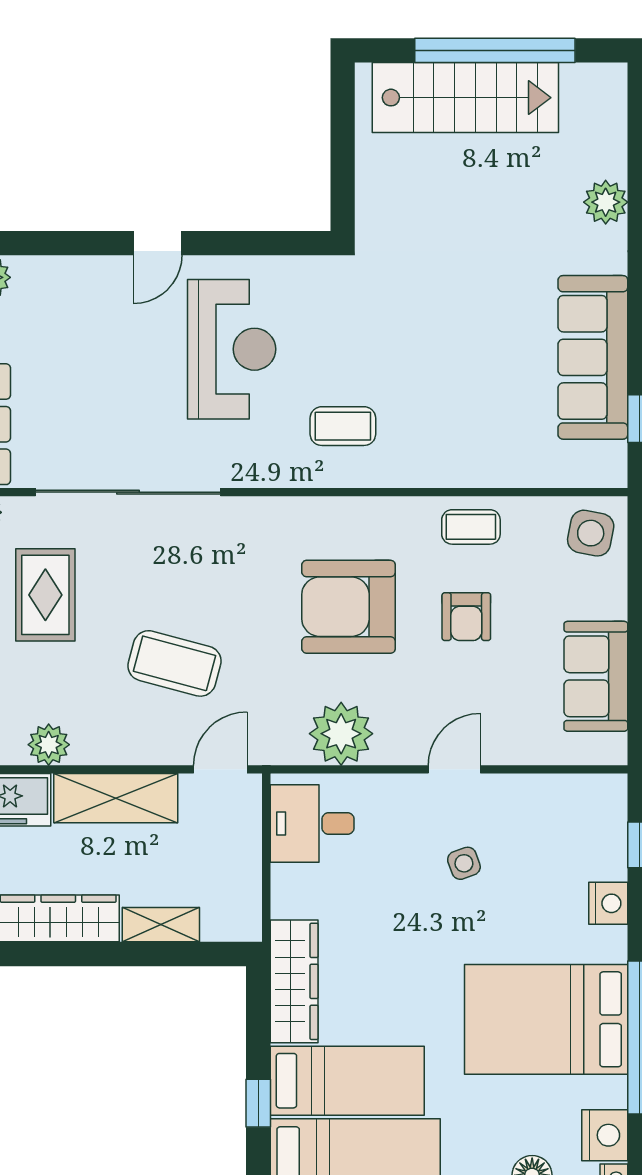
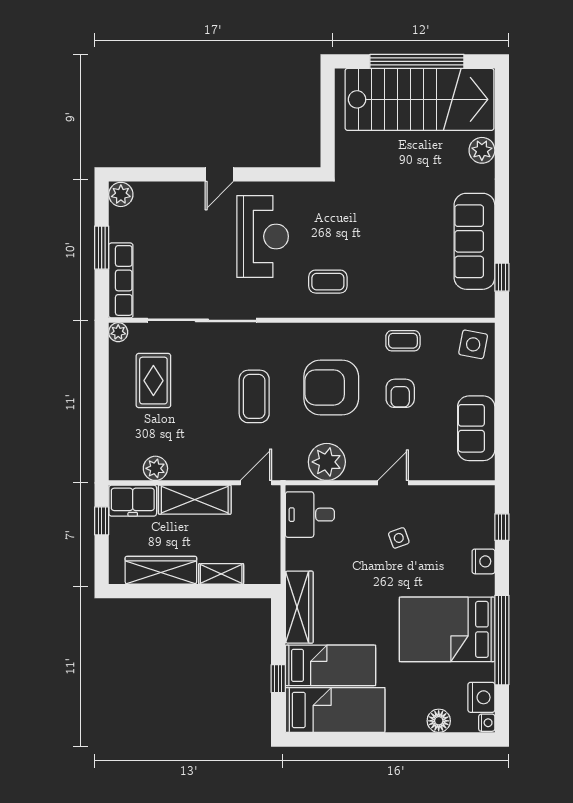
stairs: (465, 98) -> (419, 99), width x1.36, depth x1.51
coffee table: (174, 663) -> (254, 396), moved, turned 75

